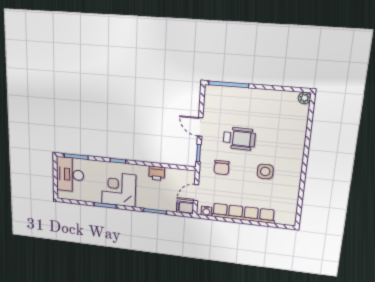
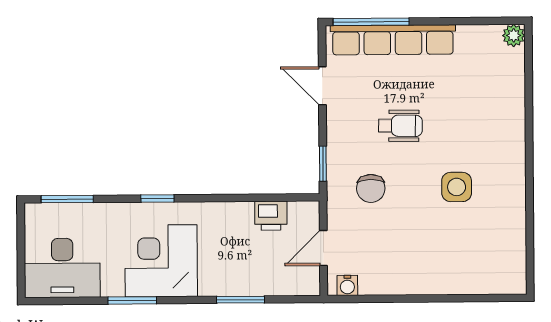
door: (200, 127) -> (322, 86), moved
wheelchair: (239, 139) -> (400, 126), width x0.73, depth x0.73
printer: (157, 173) -> (271, 216), moved
desk: (70, 174) -> (62, 268), moved, turned -90
filing cabinet: (185, 207) -> (303, 283), removed
row of seats: (243, 213) -> (393, 40), moved, turned 180

